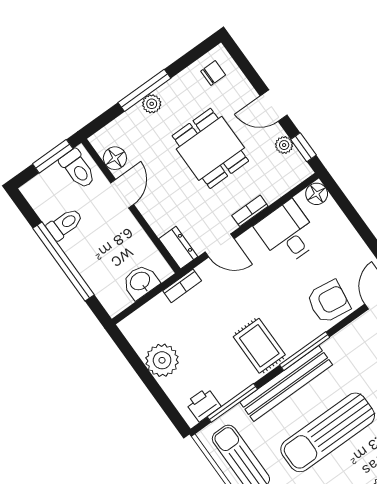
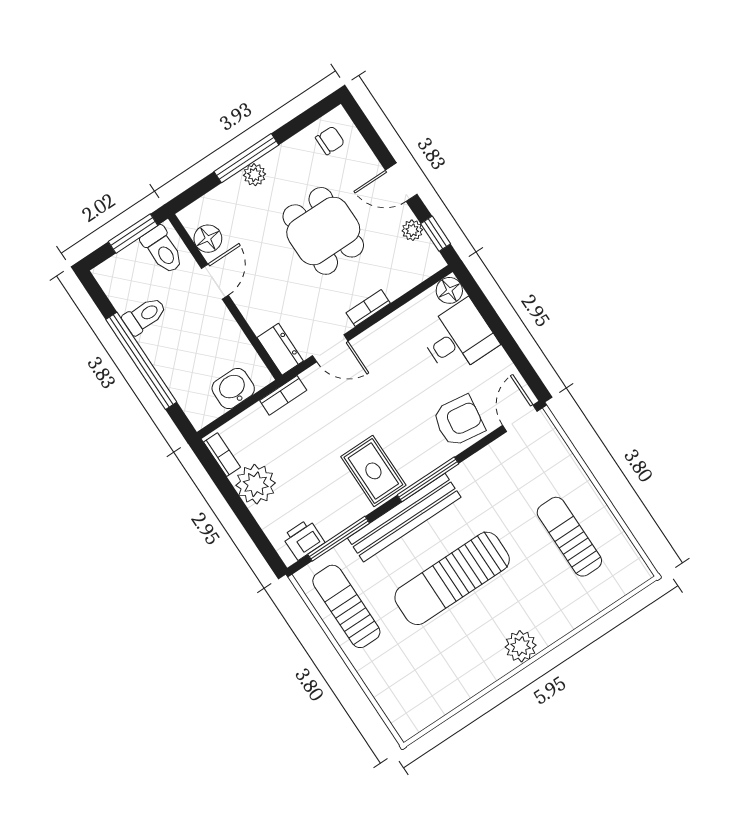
desk: (288, 233) -> (459, 338), moved, turned 90
bookcase: (133, 337) -> (222, 455), added

